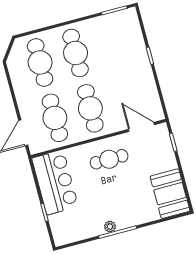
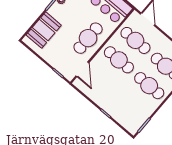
door: (141, 127) -> (82, 69), hinge flipped
cafe table: (109, 159) -> (88, 38), width x1.37, depth x1.35
booth: (170, 194) -> (44, 30), moved, turned 90

